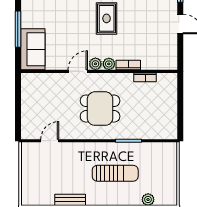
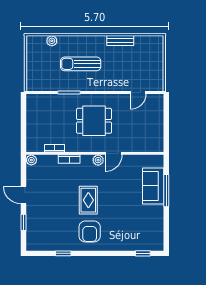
sofa: (33, 49) -> (153, 186), moved
plant: (109, 64) -> (31, 160), moved

